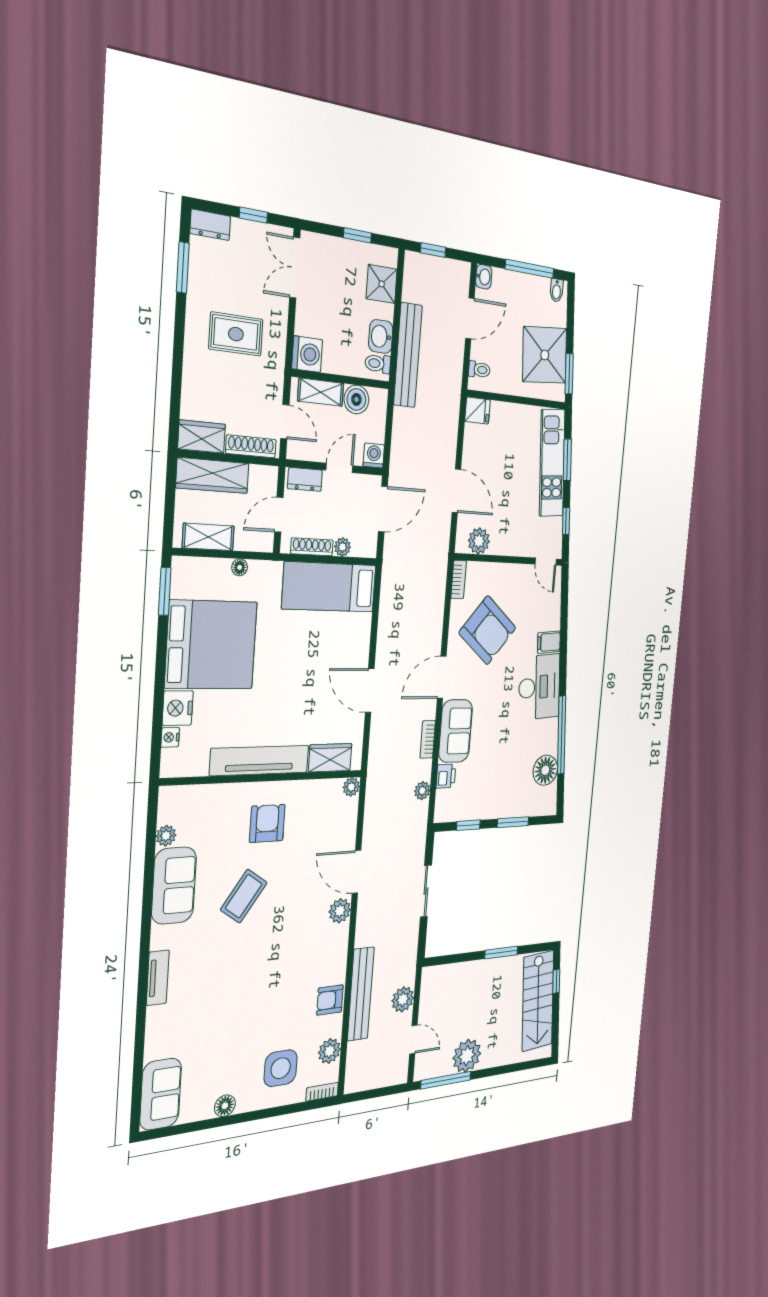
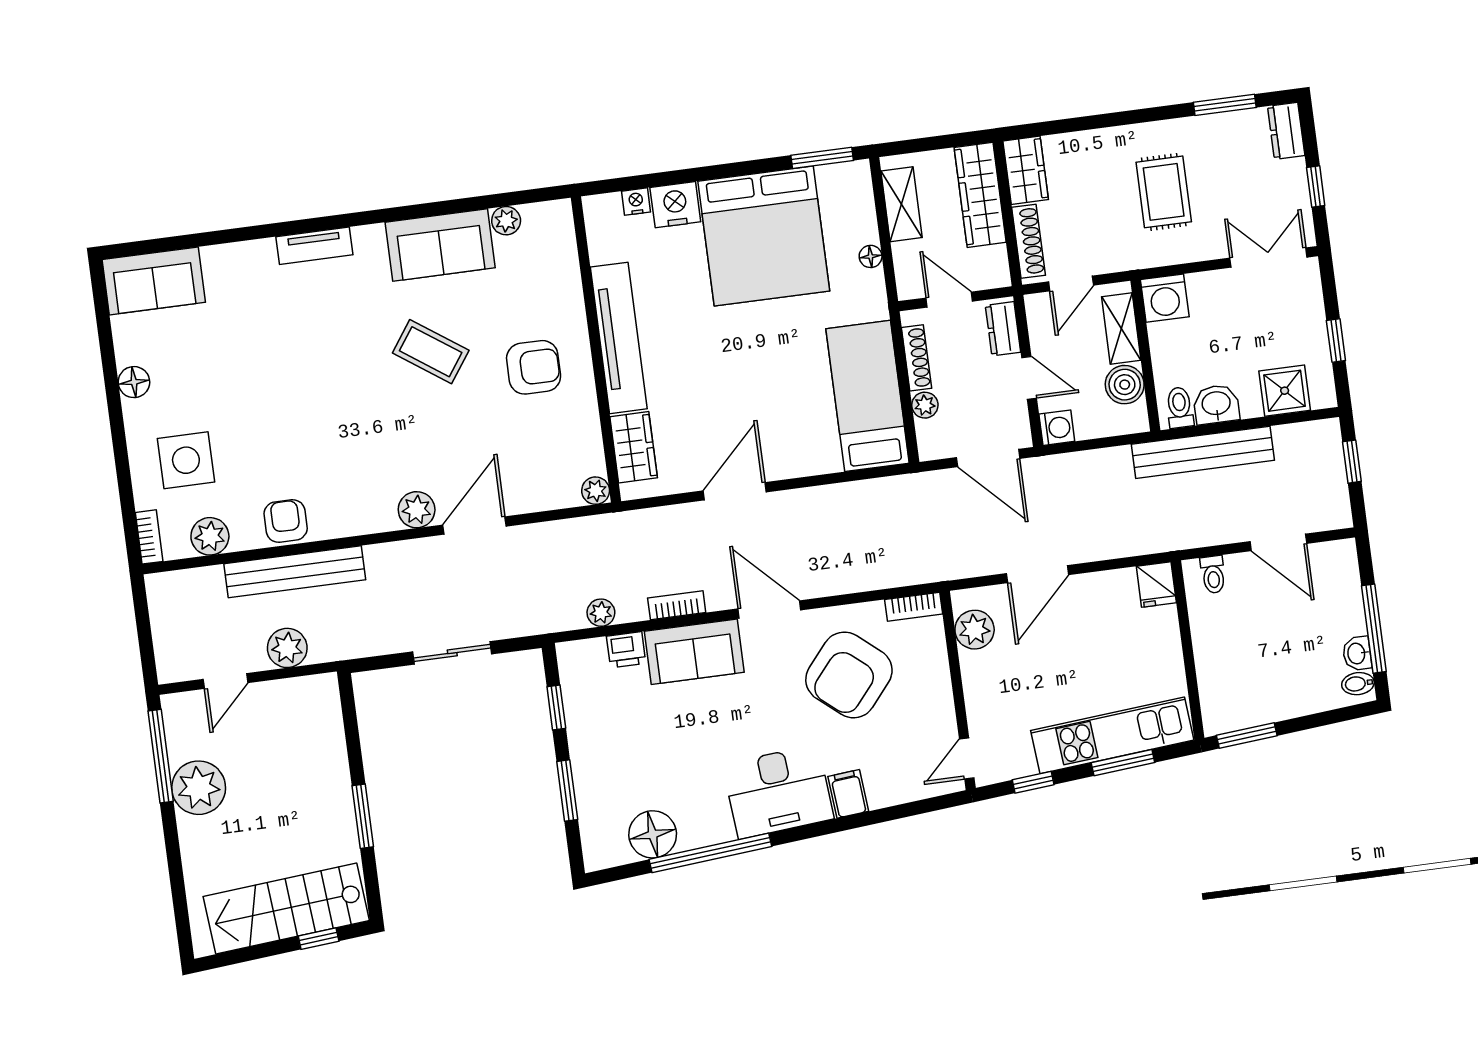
washbasin: (484, 277) -> (1357, 653), moved, turned 90
shower: (545, 355) -> (1262, 684), removed

